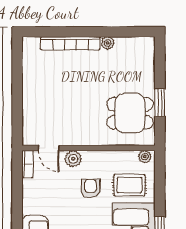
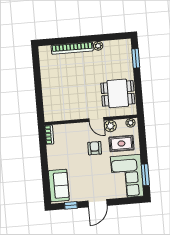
window: (160, 103) -> (136, 58), moved
door: (49, 148) -> (96, 120), moved
plant: (73, 159) -> (110, 126), moved

